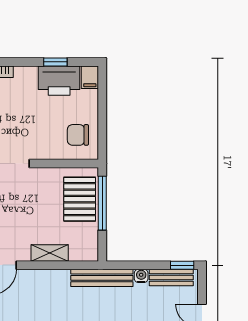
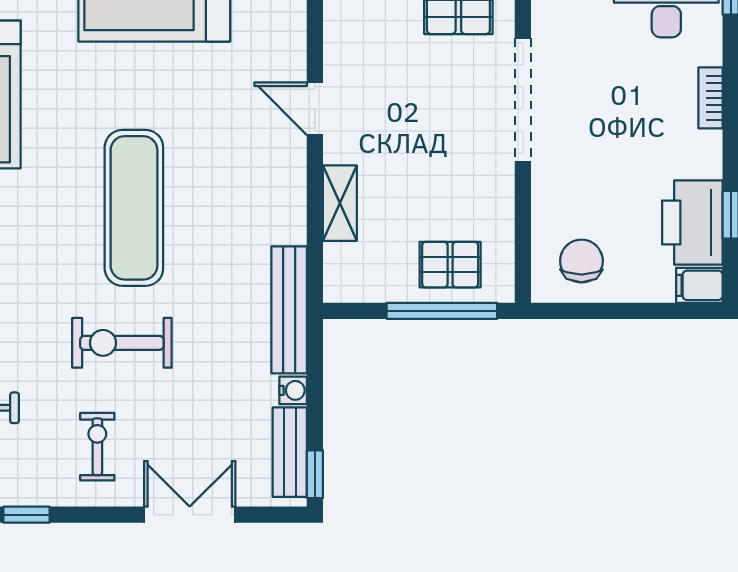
pallet: (80, 199) -> (450, 265), width x0.67, depth x0.71

